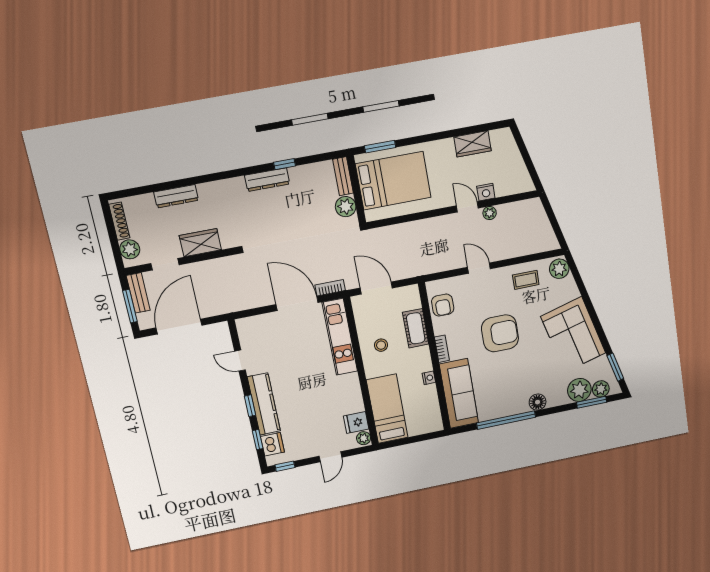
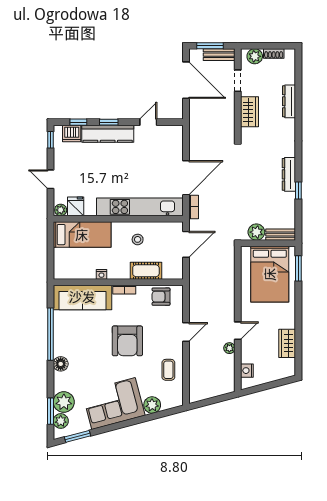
nightstand: (486, 192) -> (247, 371), moved
shoe rack: (119, 221) -> (274, 54), width x0.70
plant: (559, 269) -> (152, 405), moved
kitchen unit: (340, 337) -> (140, 207), width x1.36

